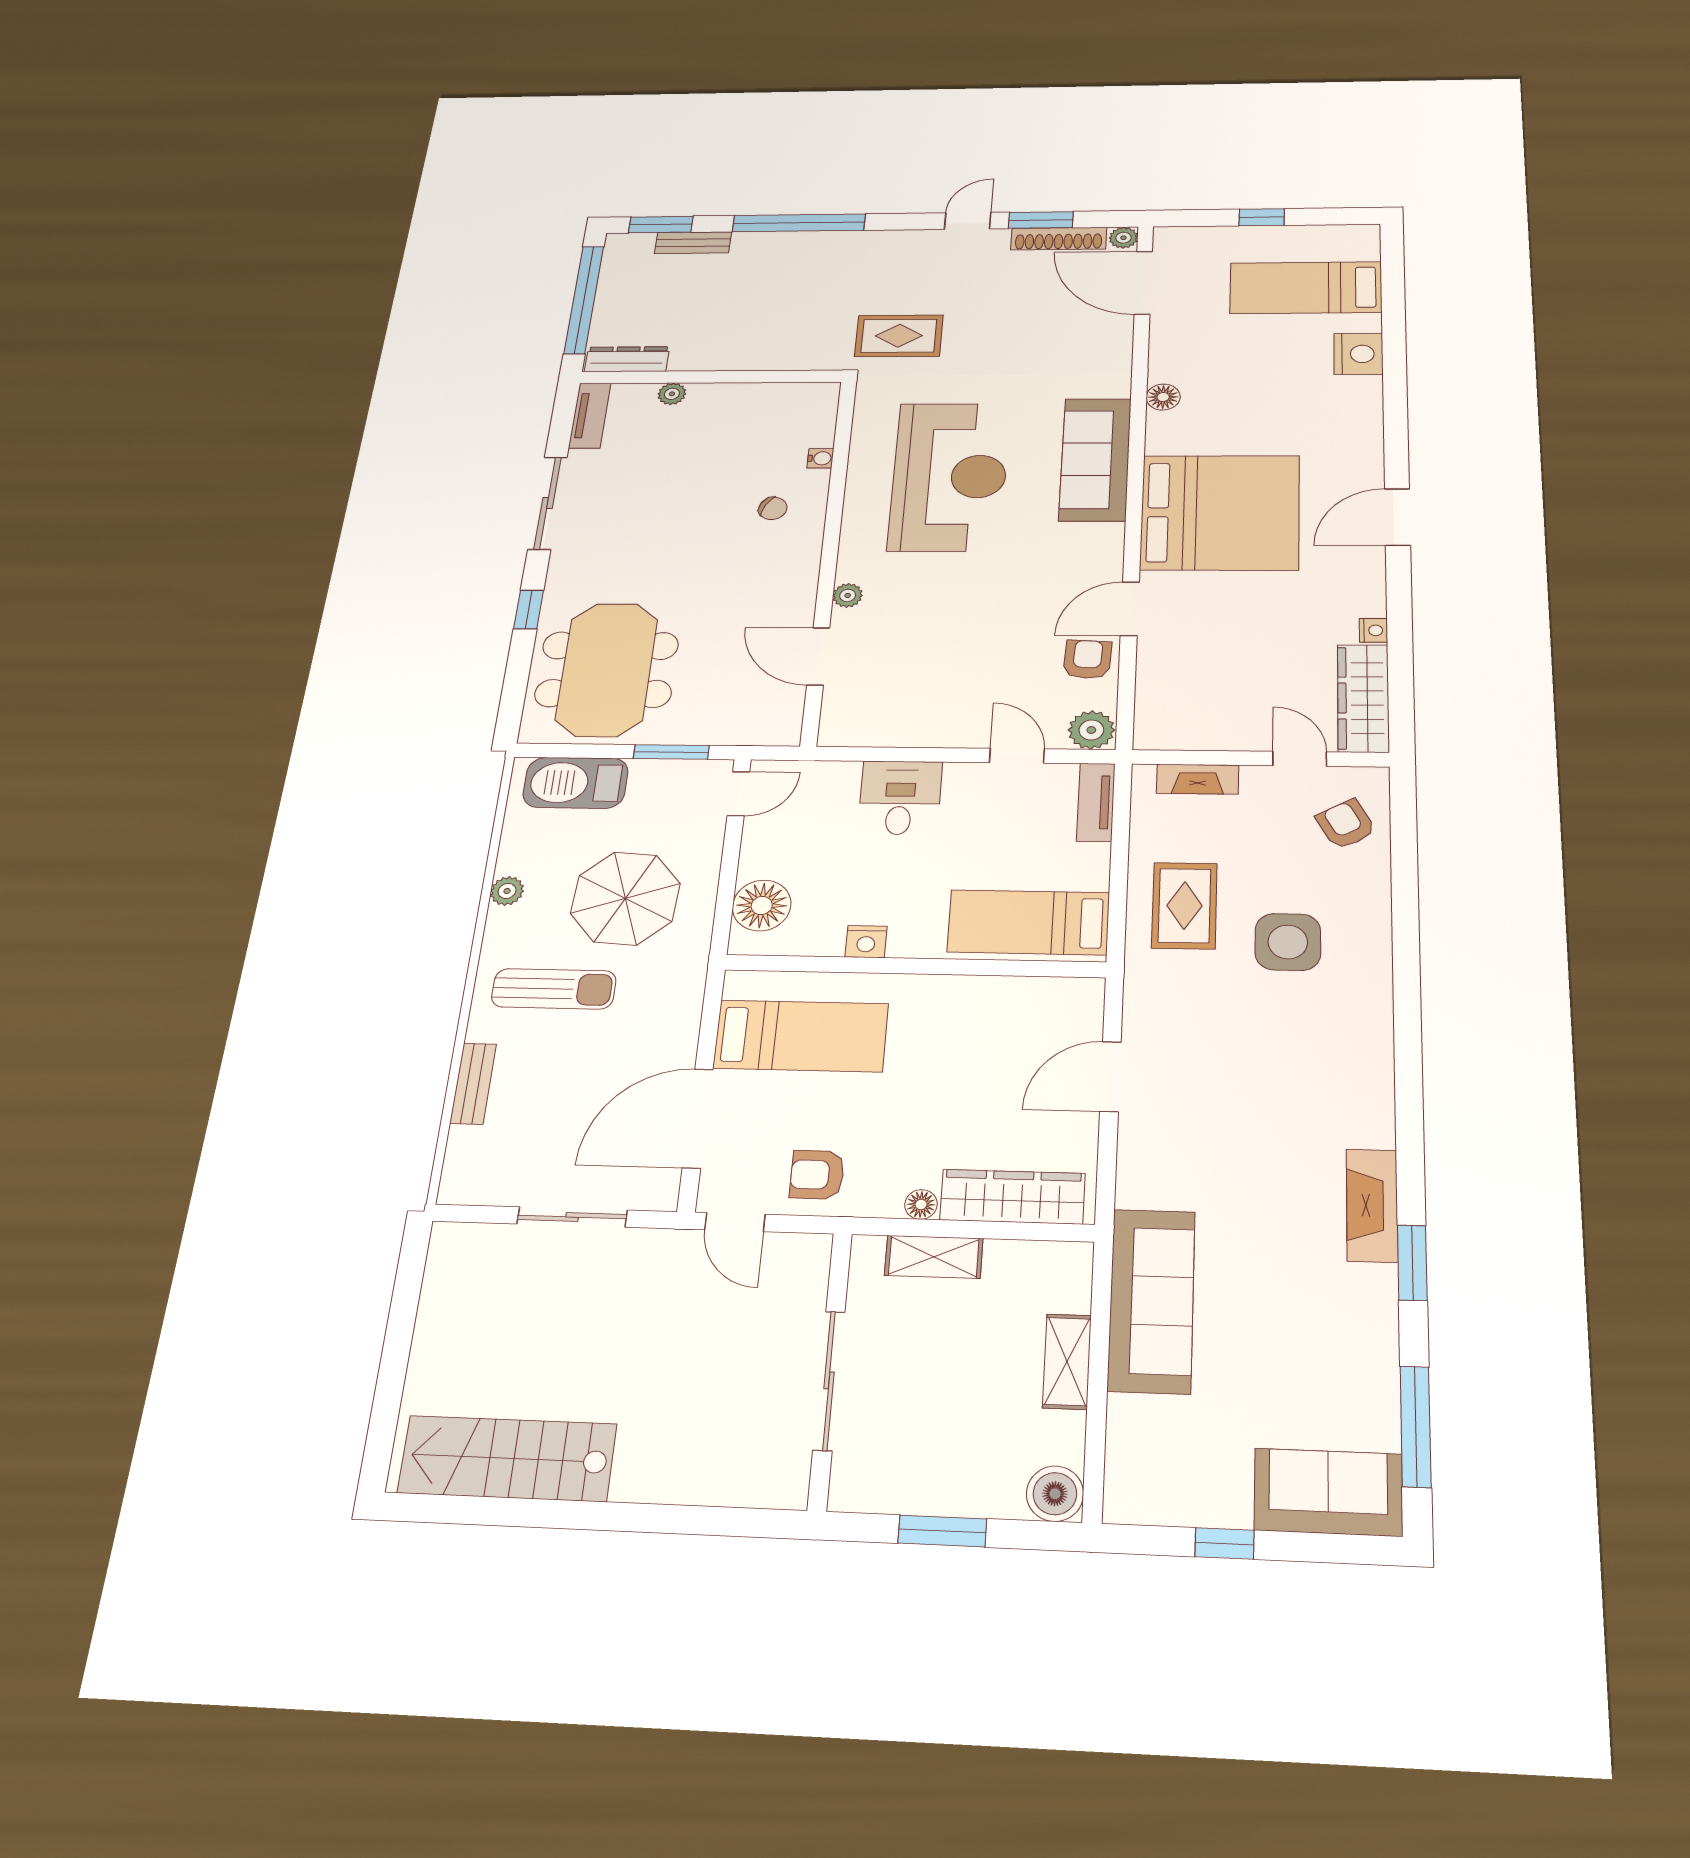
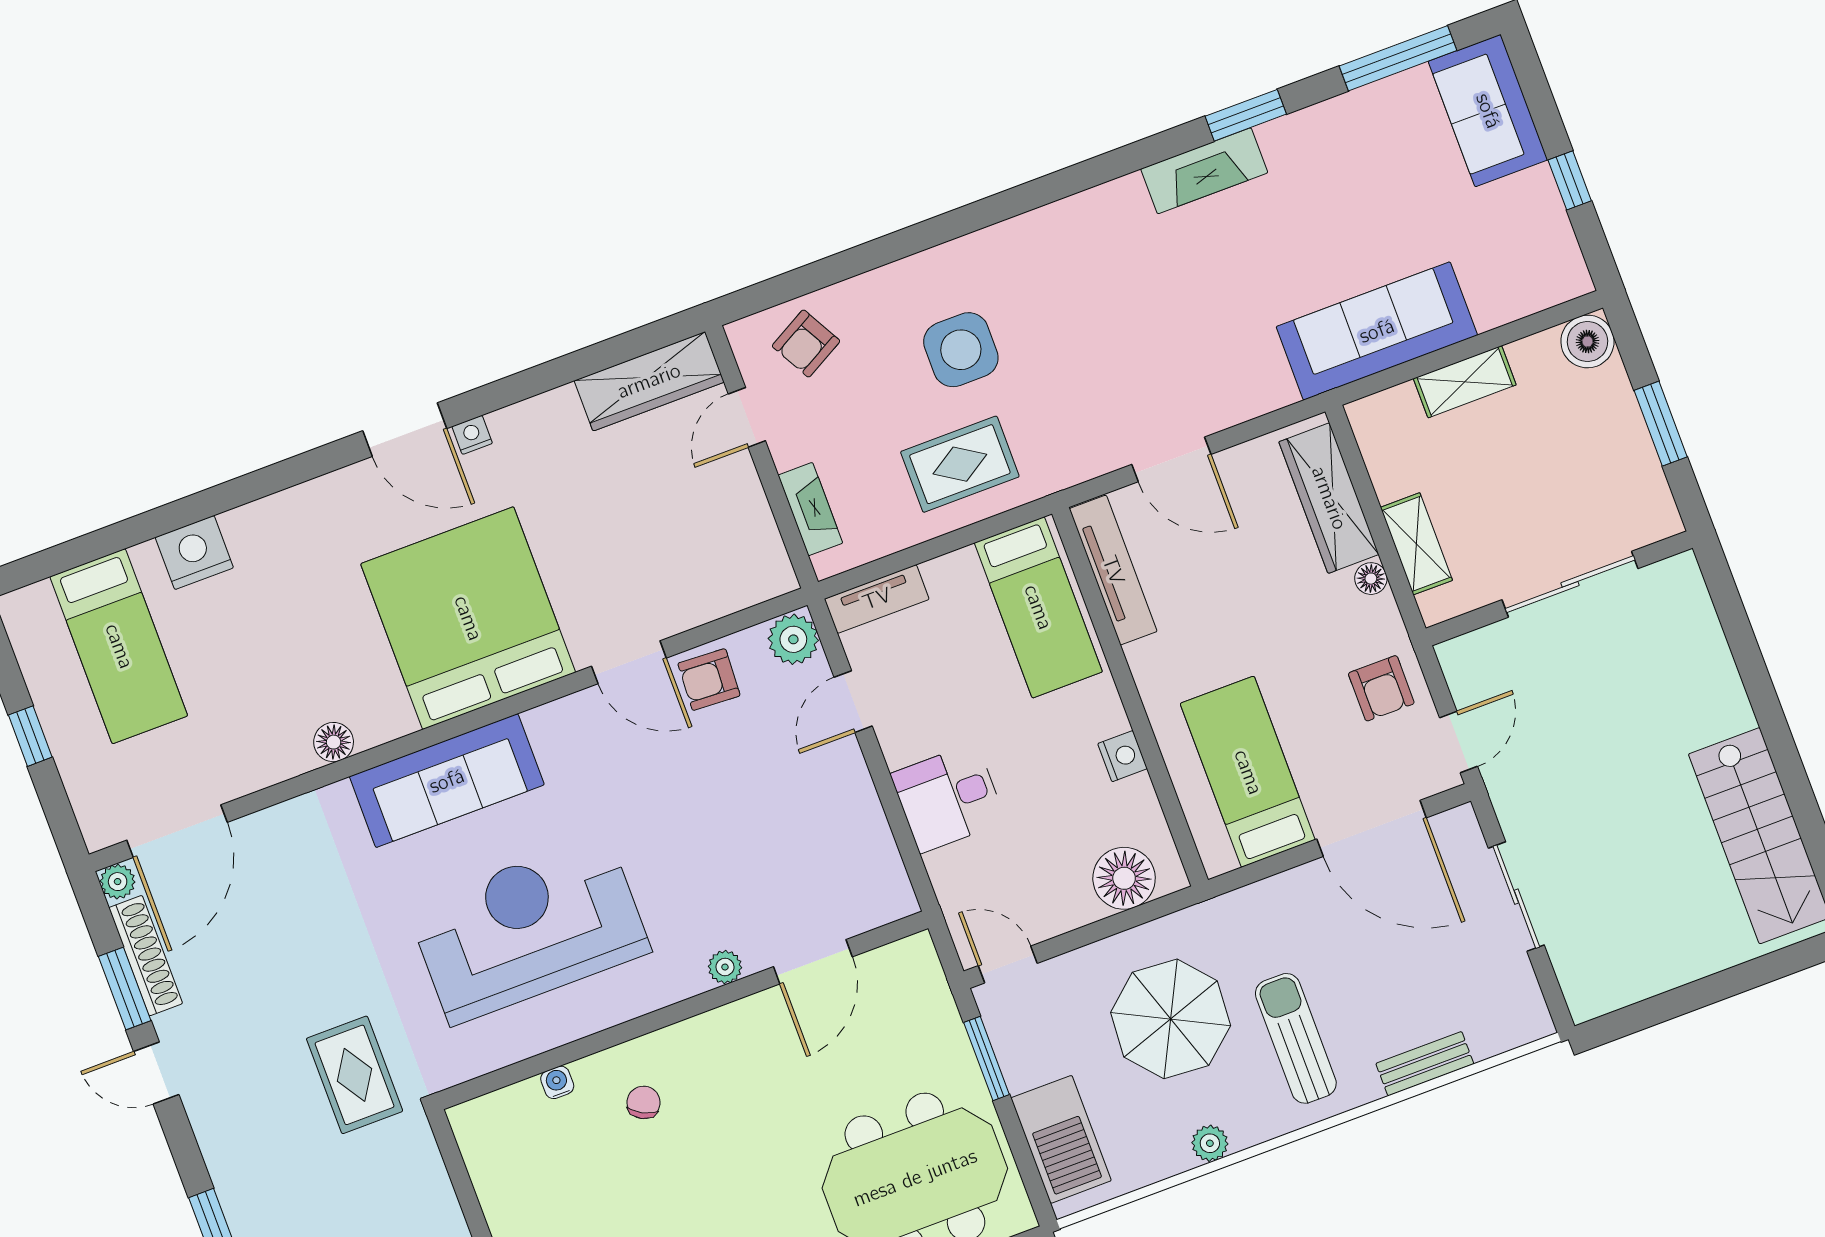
nightstand: (1373, 630) -> (472, 435), moved
tv unit: (1033, 993) -> (1113, 570), added

